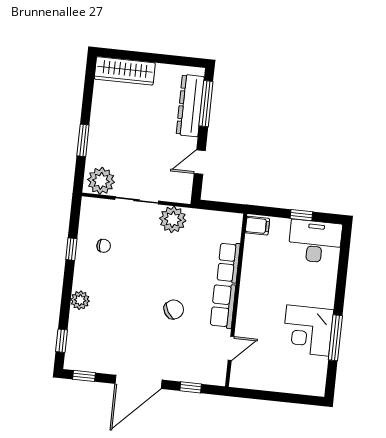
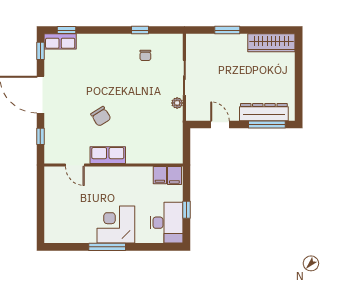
wardrobe: (125, 71) -> (271, 43), moved, turned -90
plant: (101, 181) -> (197, 48), removed
plant: (173, 219) -> (177, 103), width x0.53, depth x0.53
filing cabinet: (255, 244) -> (160, 175), added
row of seats: (229, 263) -> (60, 41), moved, turned 180
plant: (80, 300) -> (100, 41), removed
corner desk: (308, 331) -> (116, 225), moved
window: (335, 338) -> (107, 247), moved

